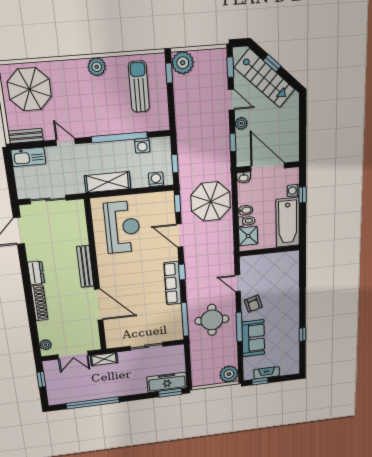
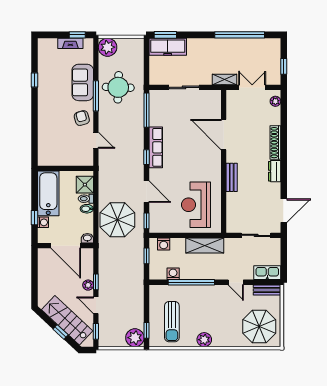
window: (233, 142) -> (96, 282), moved
bench: (85, 266) -> (232, 177), width x0.73
round table: (212, 320) -> (118, 87), moved

